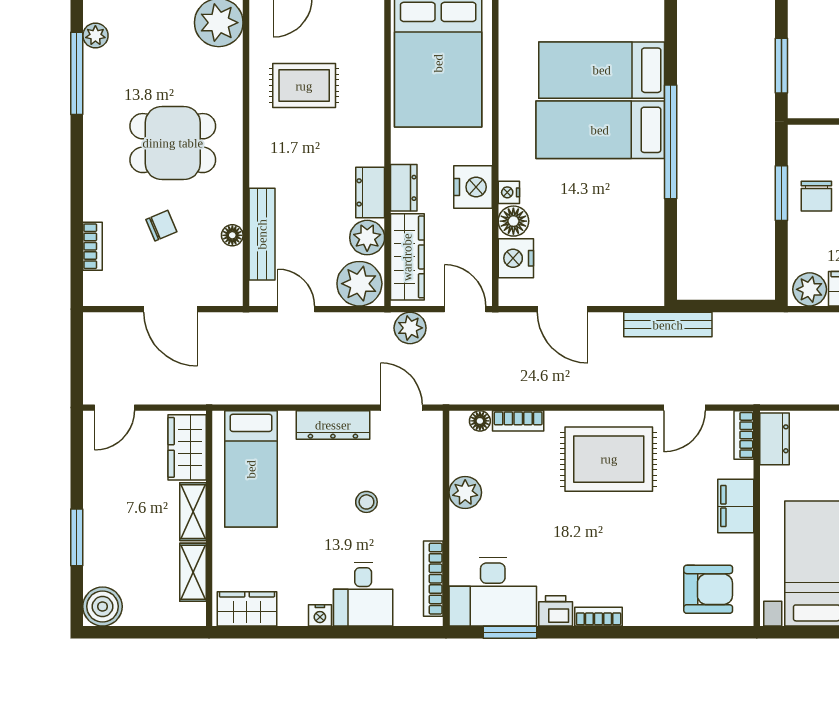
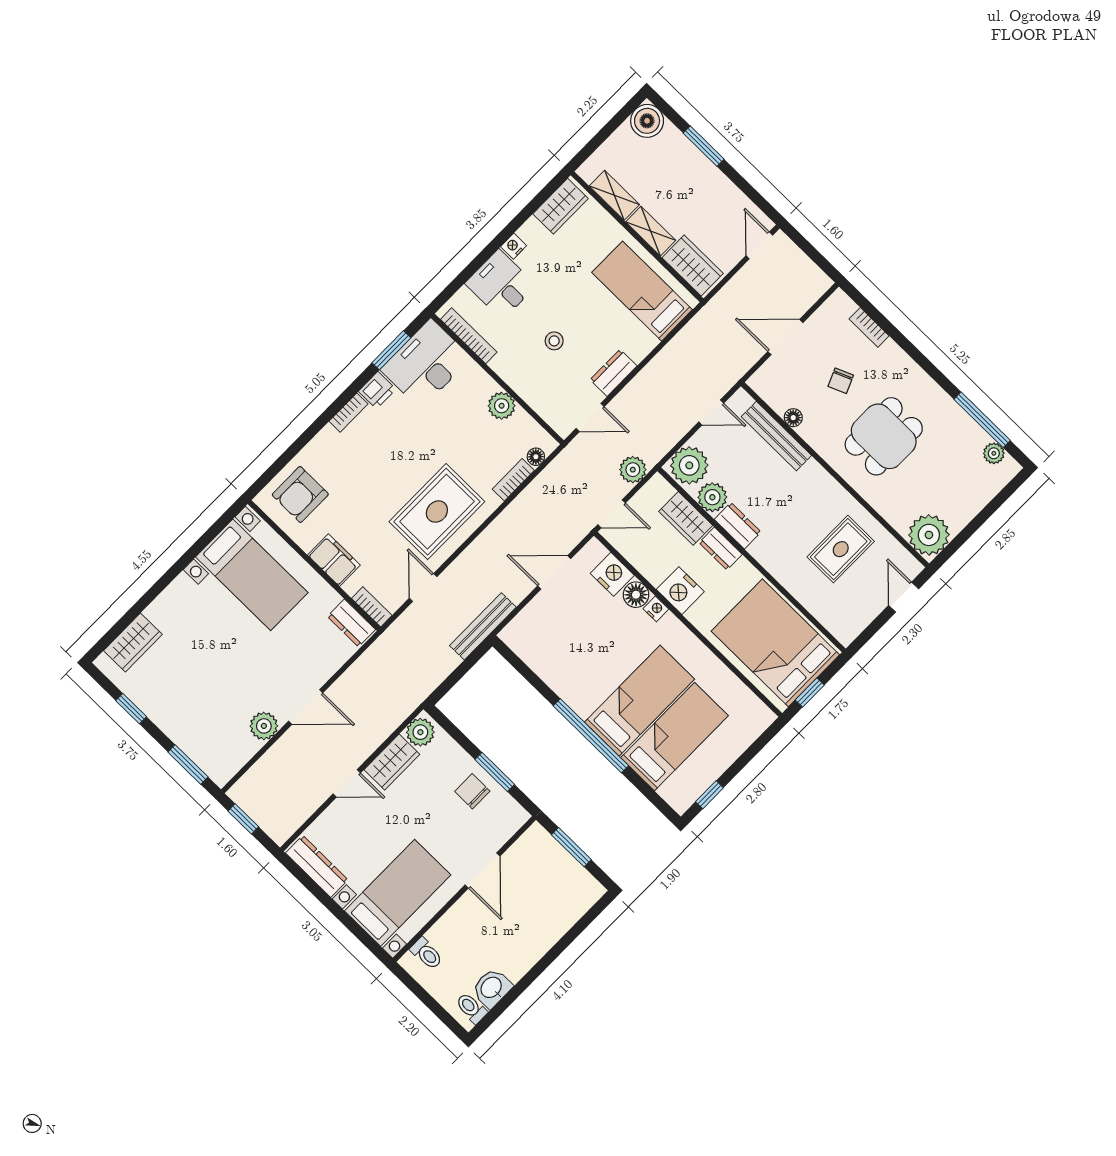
wardrobe: (407, 257) -> (686, 518), width x0.67
dresser: (333, 425) -> (613, 373), width x0.70

